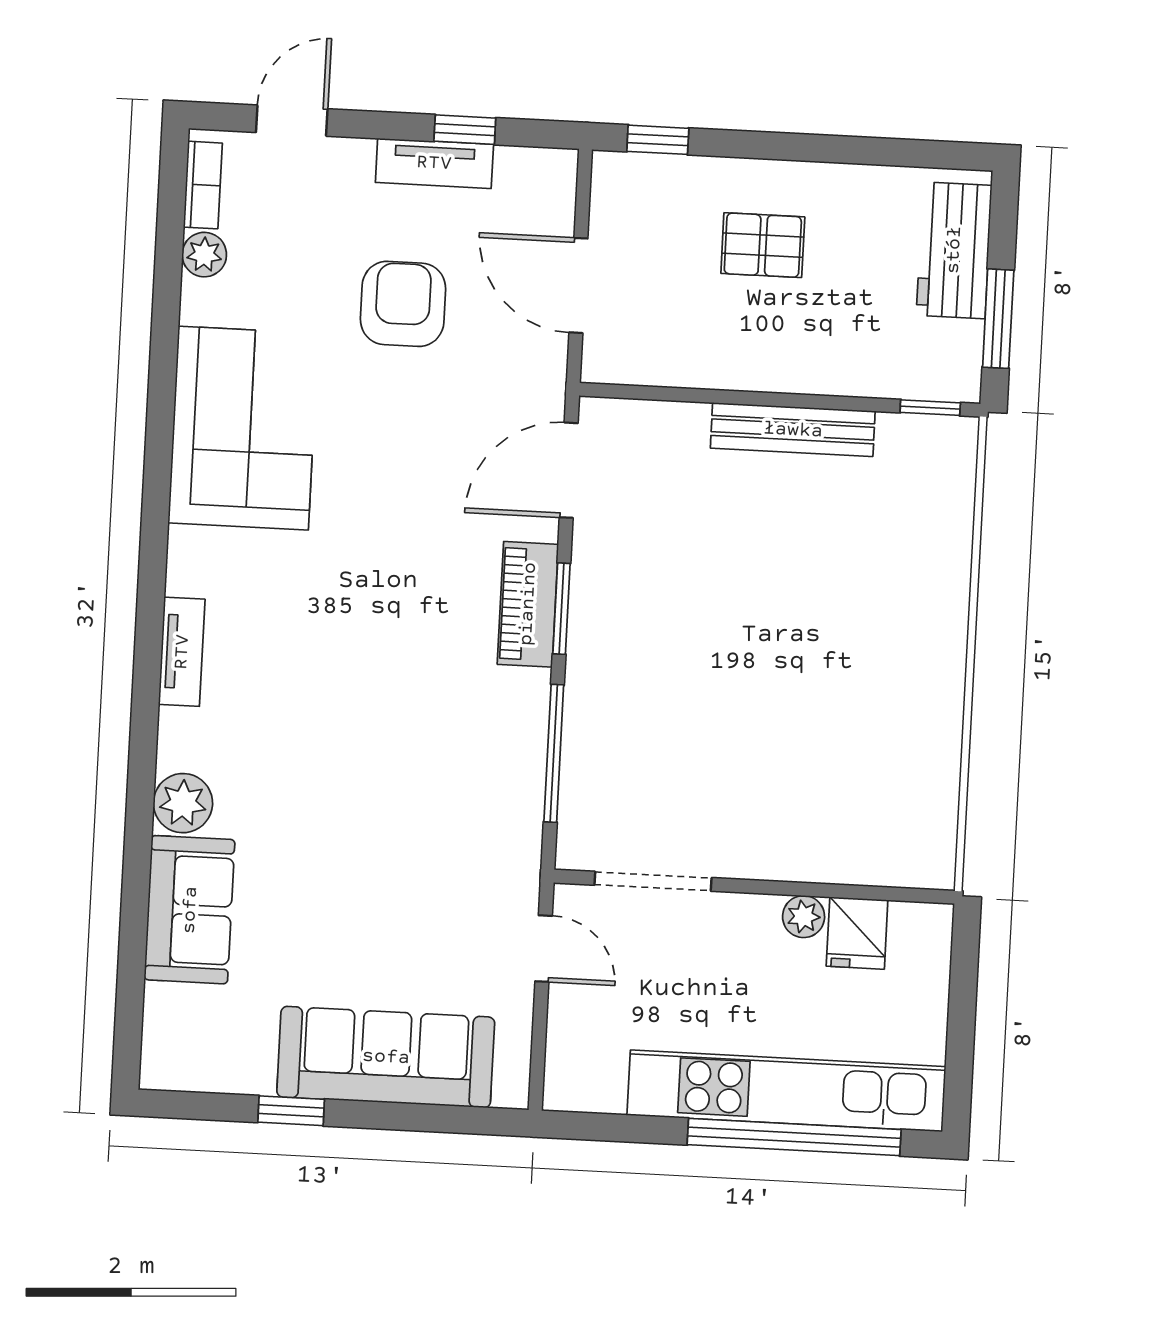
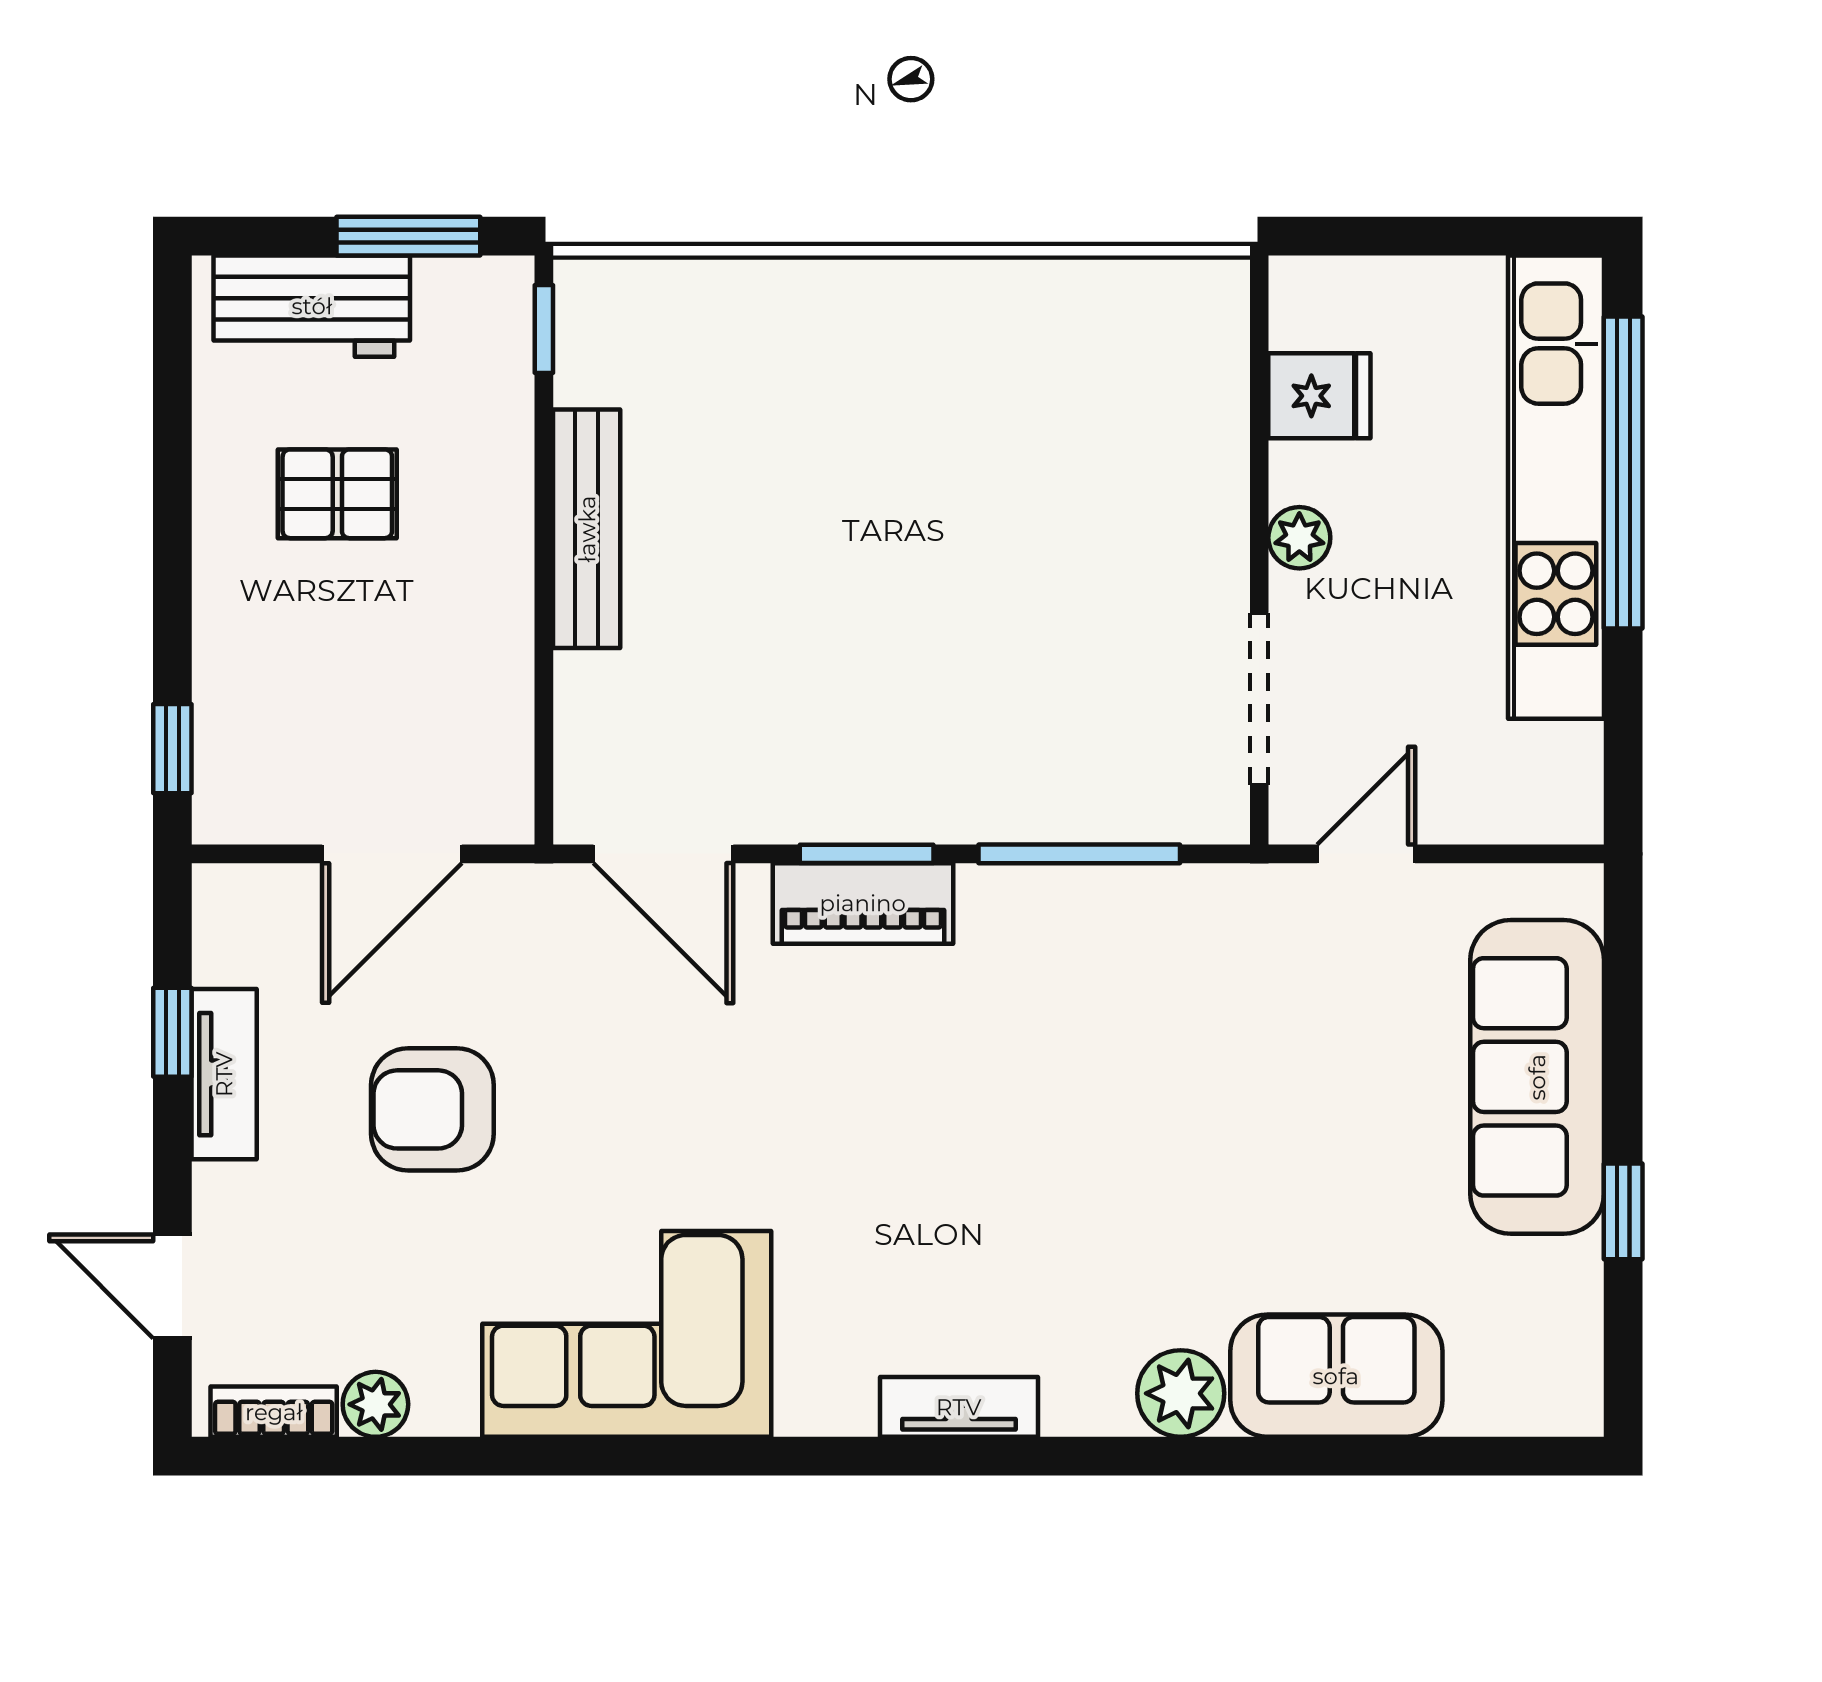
pallet: (763, 245) -> (337, 494), moved, turned 90
plant: (804, 917) -> (1299, 538), moved

